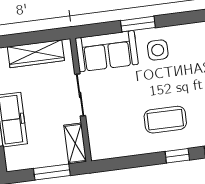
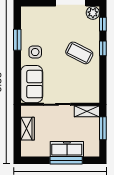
window: (138, 24) -> (17, 40), moved
wardrobe: (36, 54) -> (28, 129), width x0.67
coffee table: (165, 120) -> (79, 53), turned -63

